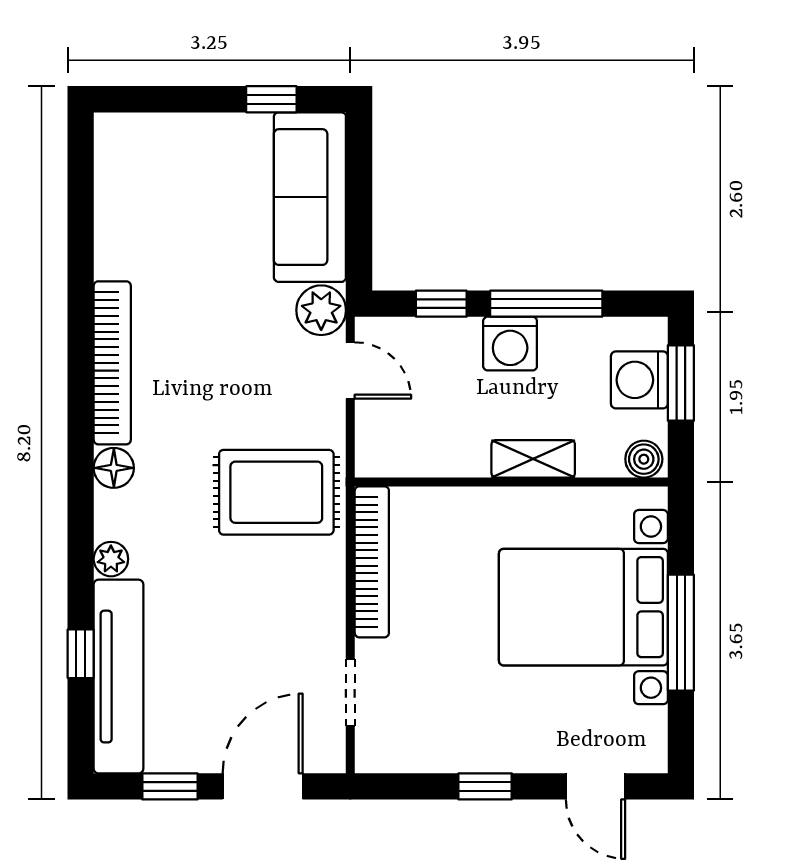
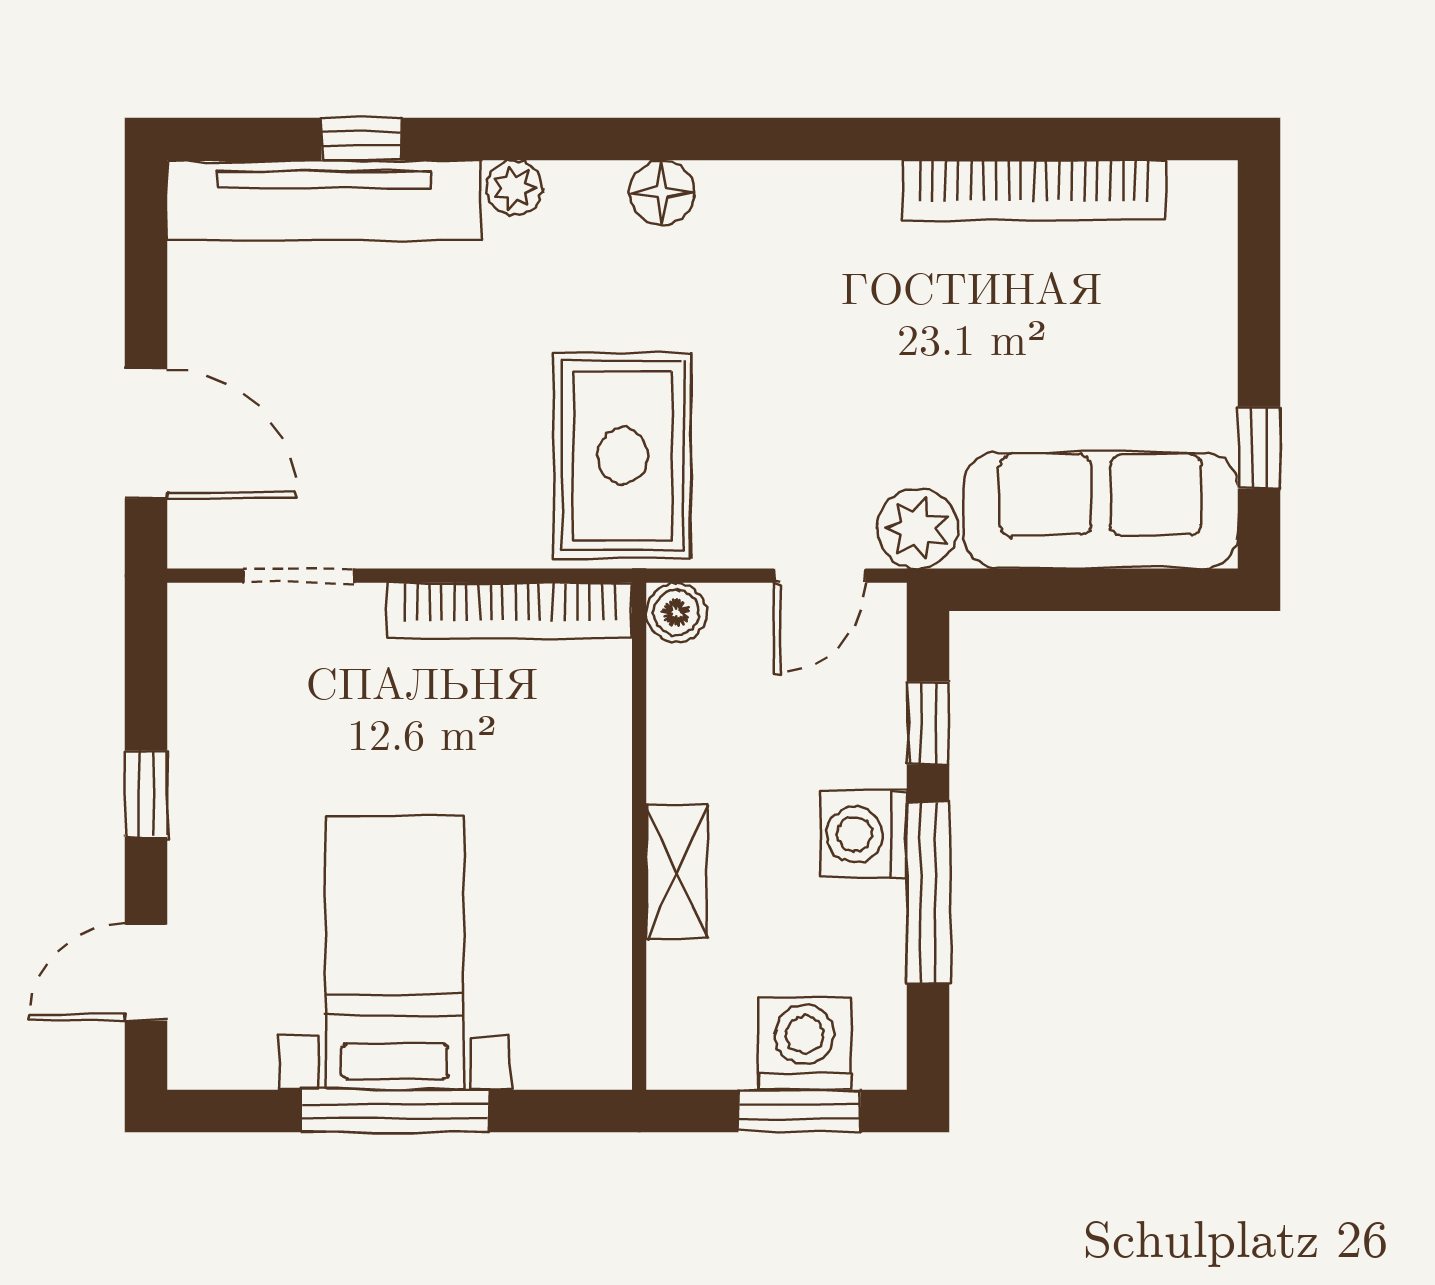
bookcase: (112, 363) -> (1034, 190), moved
boiler: (644, 459) -> (676, 613), moved
bed with nightstands: (583, 607) -> (395, 953), width x0.73
window: (170, 786) -> (146, 283), removed

